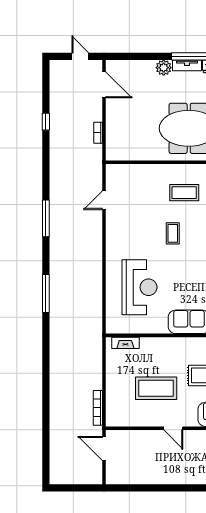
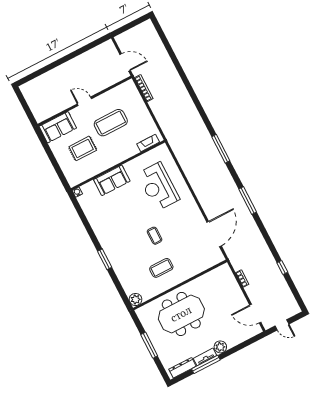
door: (104, 200) -> (214, 234), width x1.88

